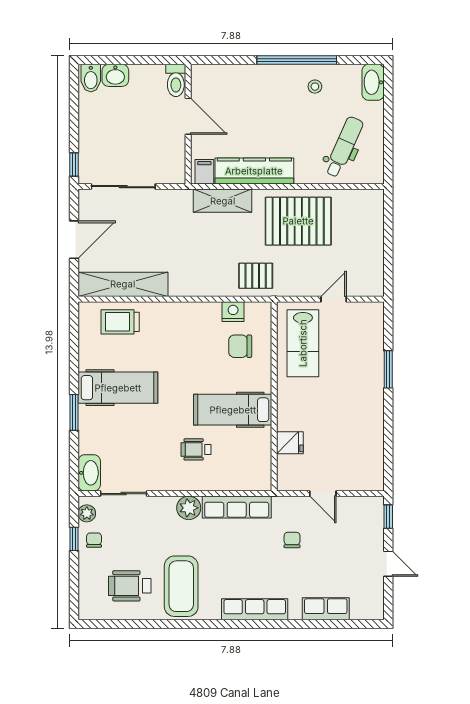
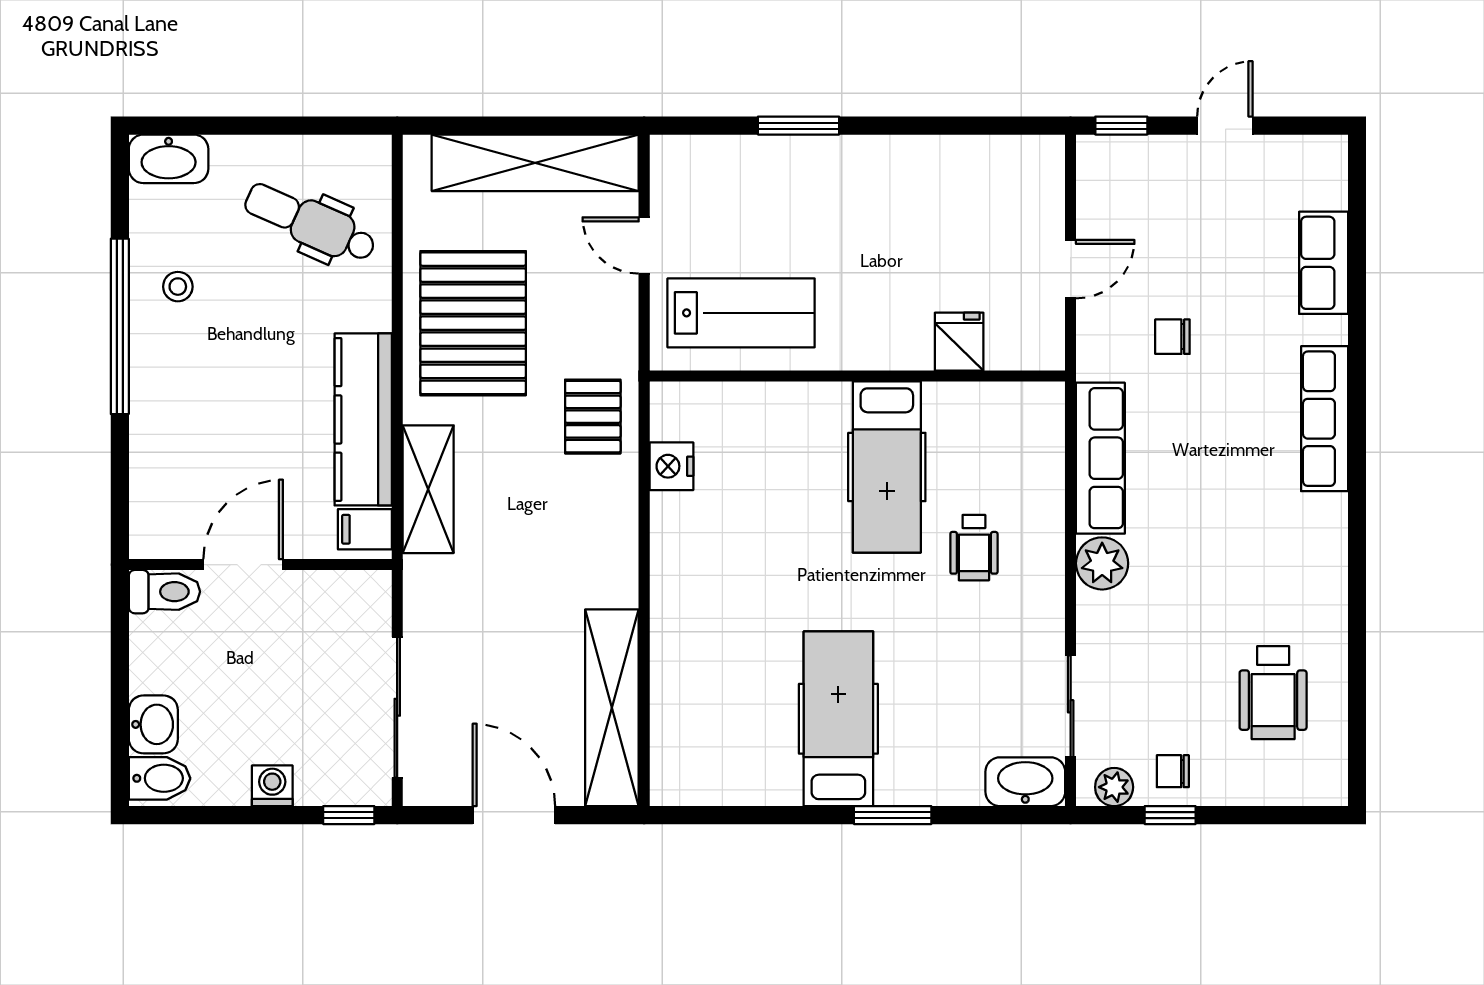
washing machine: (87, 130) -> (272, 786), added
shelving: (371, 249) -> (535, 163), added
trolley: (120, 322) -> (694, 714), removed
chair: (240, 346) -> (748, 450), removed
coffee table: (181, 586) -> (1274, 580), removed

